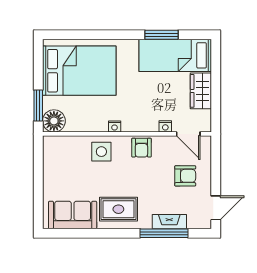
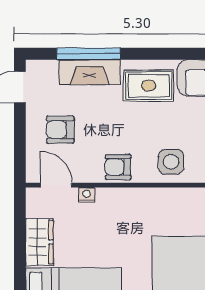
nightstand: (115, 127) -> (154, 195), removed
armchair: (141, 148) -> (118, 167), turned -90
fireplace: (169, 222) -> (90, 72), width x1.37, depth x1.32

